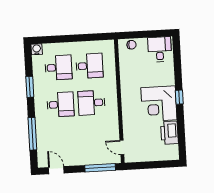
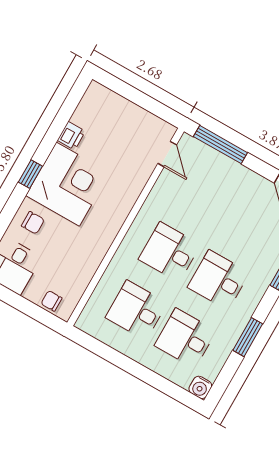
chair: (164, 75) -> (33, 223), added
desk: (92, 103) -> (169, 252), turned 180
printer: (169, 133) -> (71, 136), width x0.53, depth x0.68

